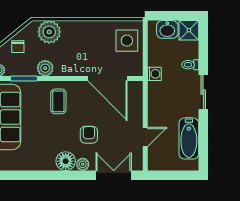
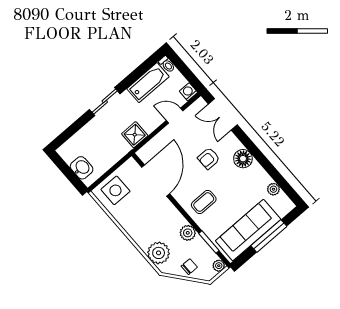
shower: (189, 30) -> (135, 135), moved
toilet: (190, 65) -> (167, 64), moved
washing machine: (154, 74) -> (189, 92), moved
plant: (83, 164) -> (273, 189), moved

